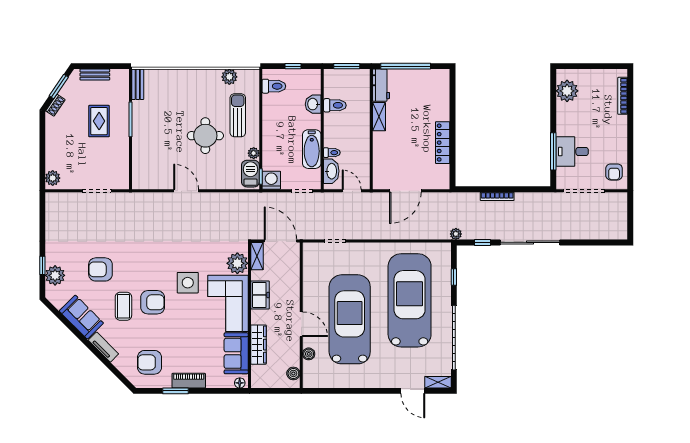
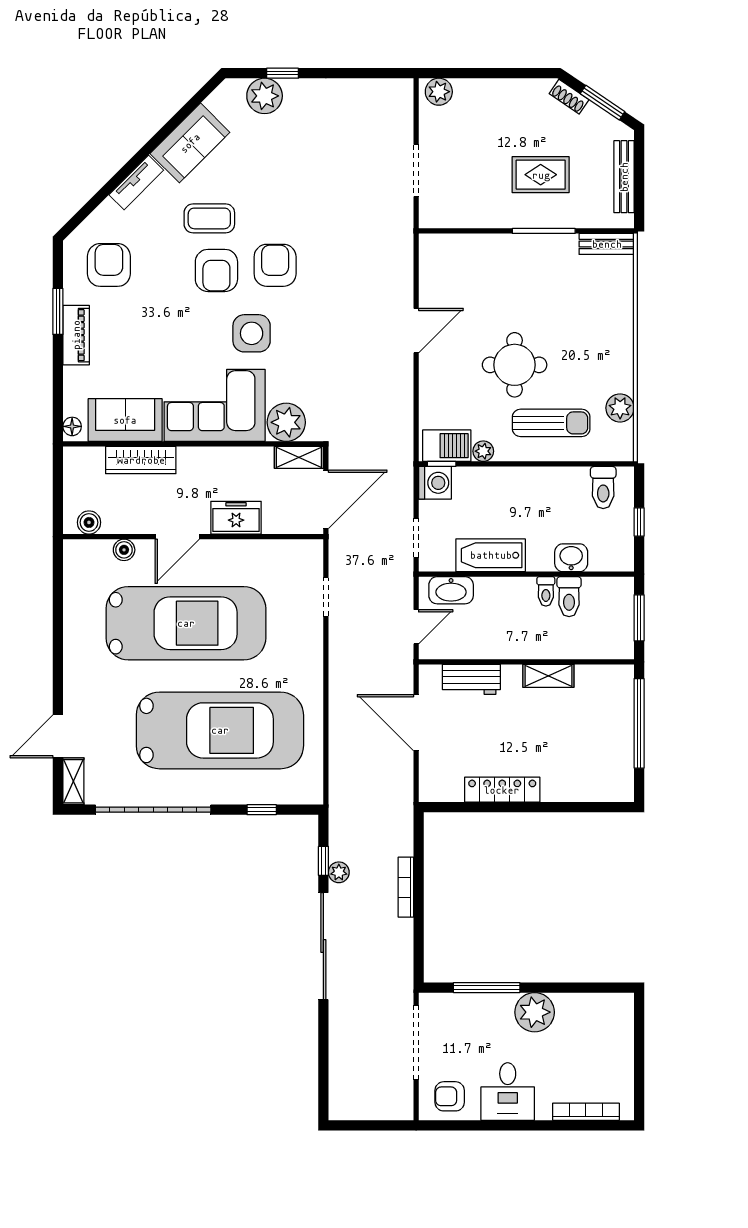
bench: (95, 75) -> (624, 177), width x1.36
workbench: (381, 85) -> (471, 679), moved
plant: (567, 91) -> (535, 1012), moved
desk: (572, 151) -> (508, 1092), moved, turned 180
toilet: (332, 153) -> (546, 591), moved
plant: (456, 234) -> (339, 872), moved
armchair: (100, 269) -> (275, 265), moved
freezer: (260, 295) -> (236, 518), moved, turned 180

